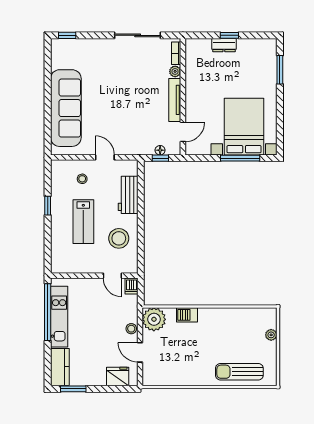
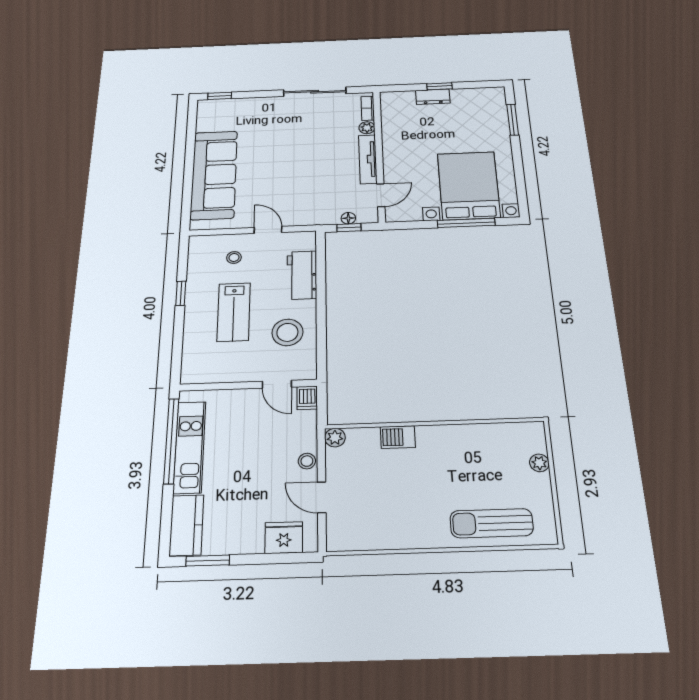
plant: (154, 319) -> (335, 438), width x0.53, depth x0.53

